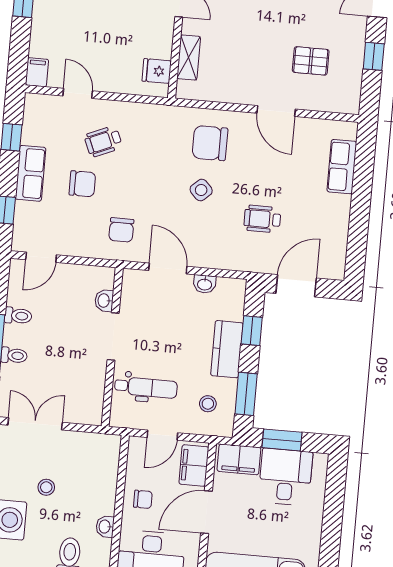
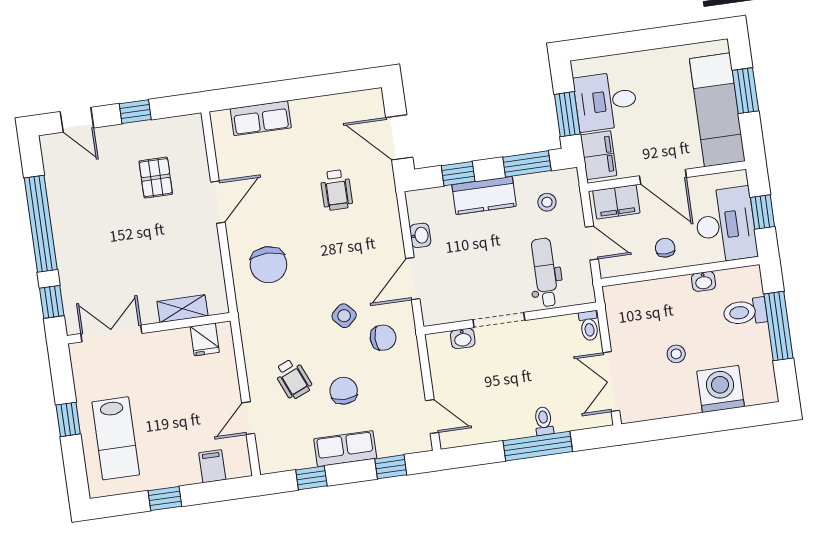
filing cabinet: (37, 72) -> (212, 466), moved, turned 90
side table: (201, 190) -> (344, 316), moved
toilet: (18, 316) -> (589, 326), moved, turned 180

